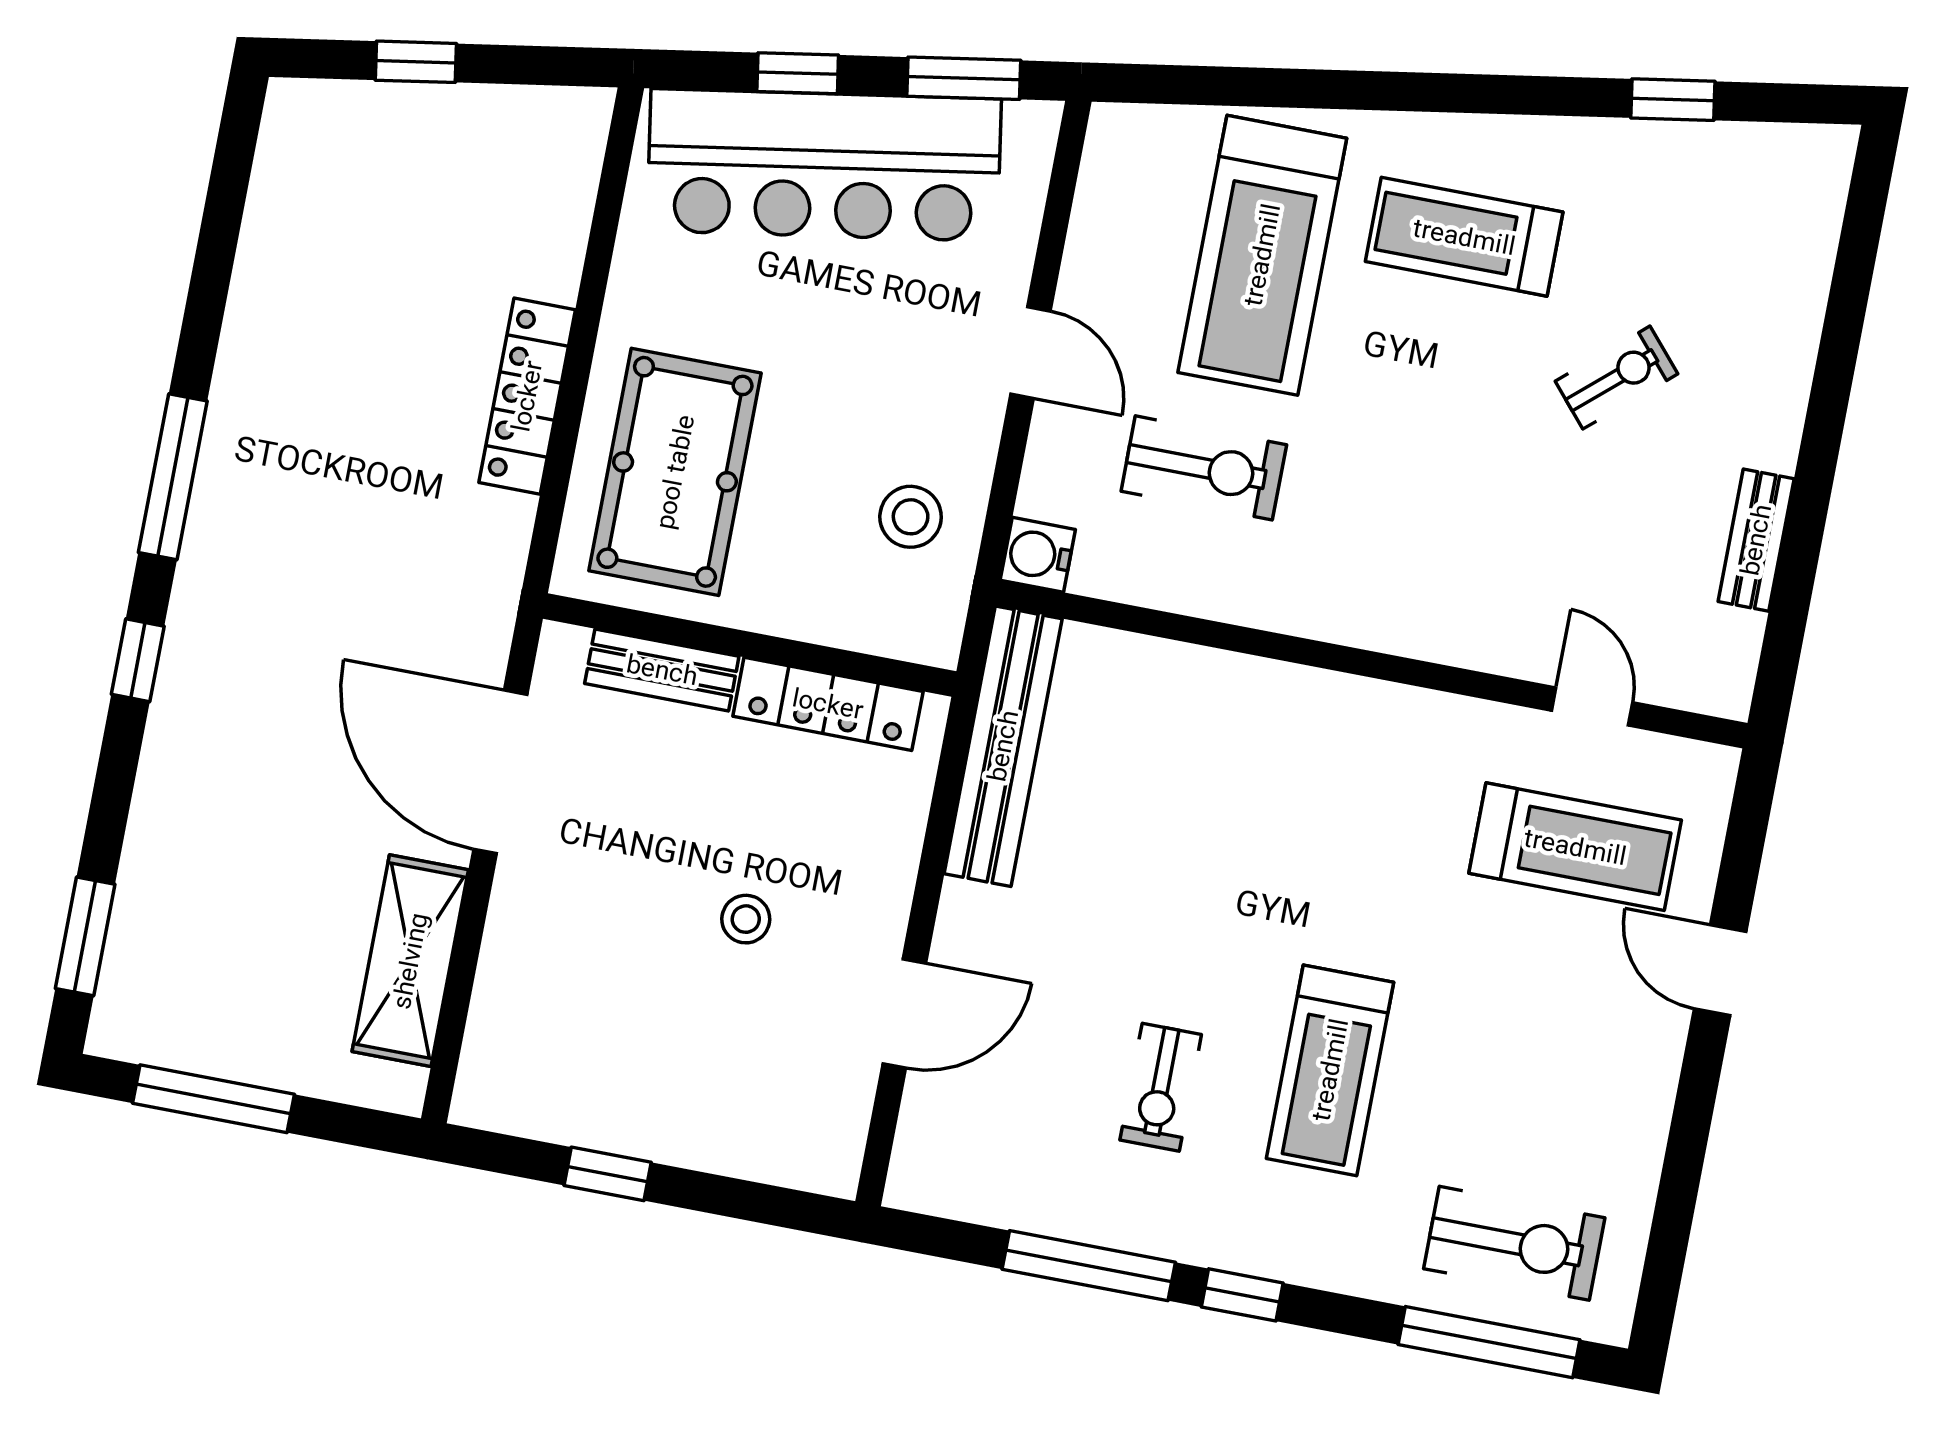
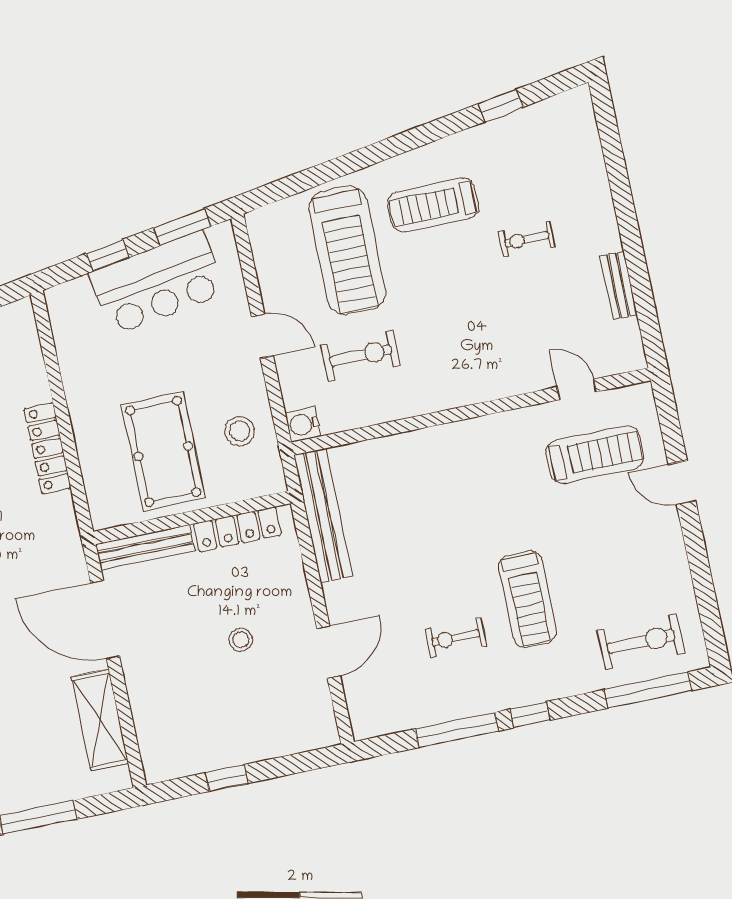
bar counter: (824, 165) -> (157, 283), width x0.73
exercise bike: (1616, 378) -> (527, 239), turned -139
pool table: (675, 472) -> (163, 451), moved
bench: (662, 670) -> (145, 547), width x1.36
exercise bike: (1161, 1087) -> (456, 638), turned 90

